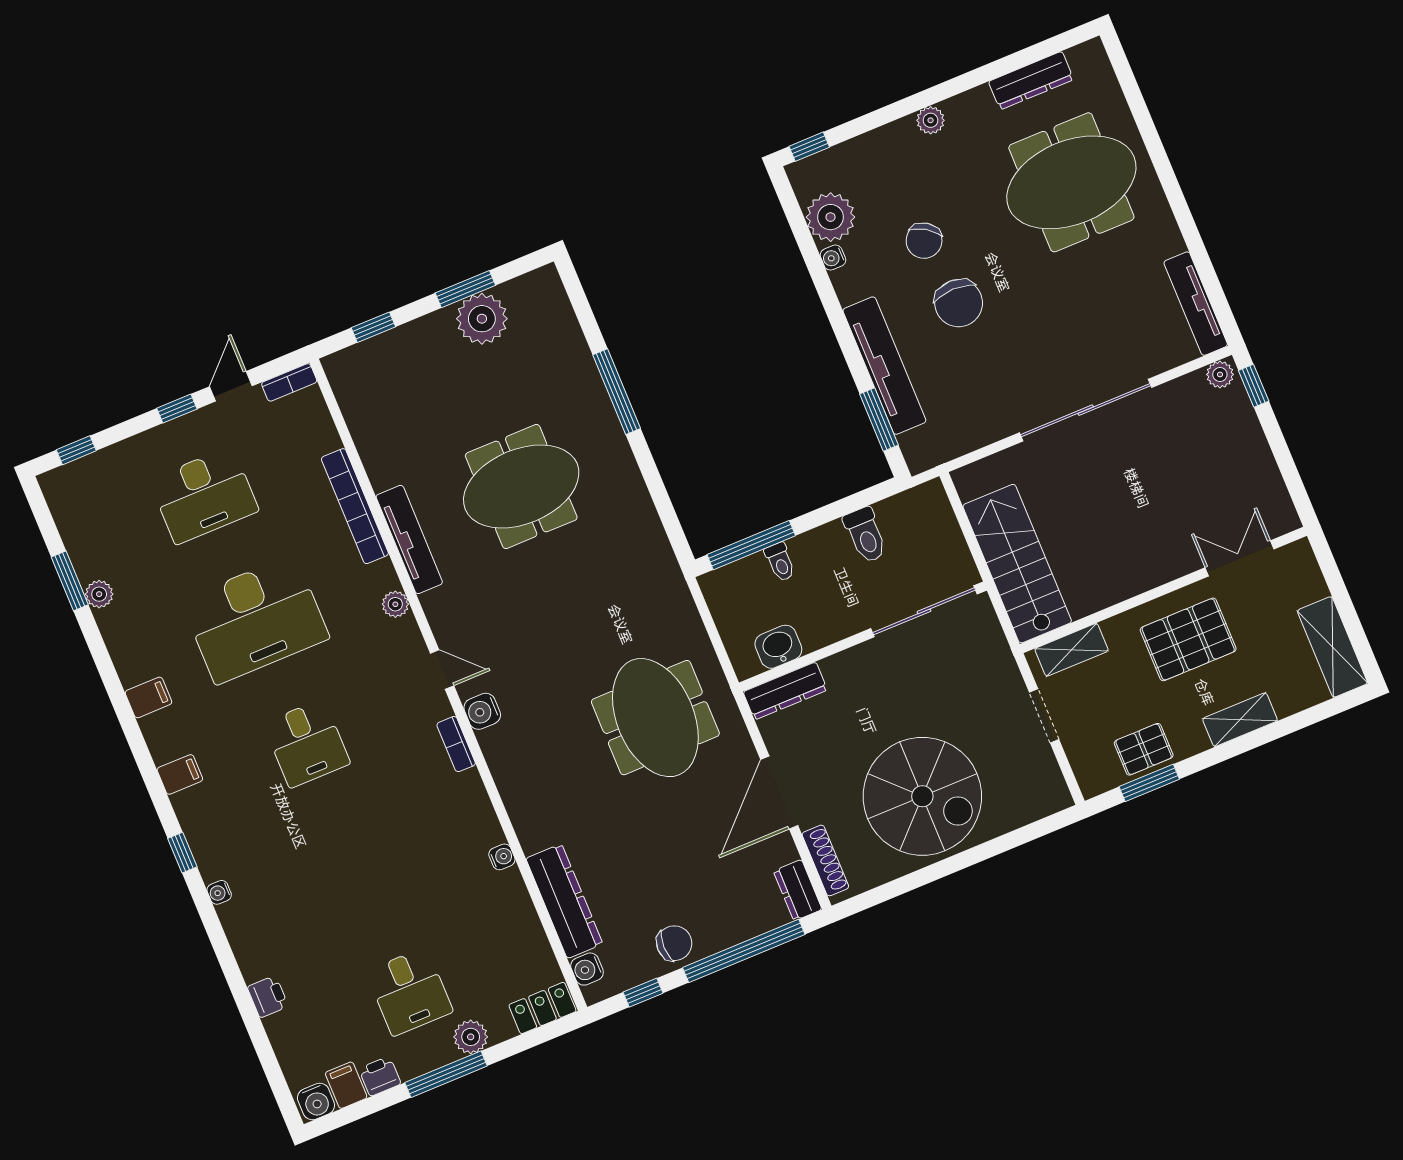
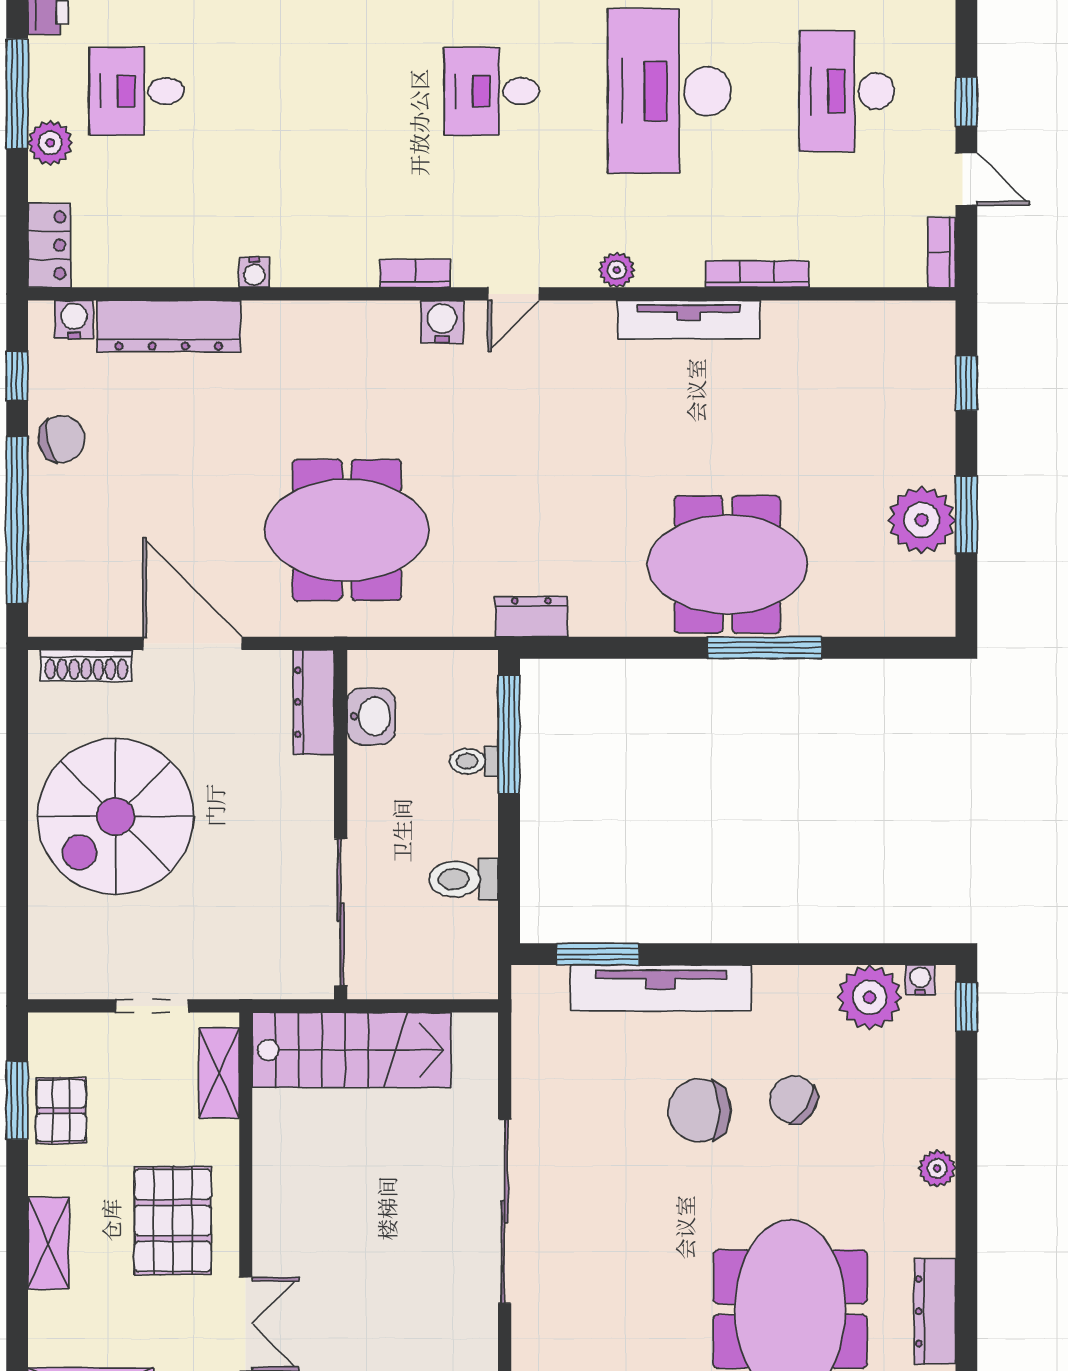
water cooler: (833, 258) -> (920, 980), moved
meeting table: (521, 487) -> (727, 564), moved, turned 90
bookcase: (355, 506) -> (757, 274), width x0.68, depth x0.76
dresser: (798, 890) -> (531, 617), moved
chair: (674, 943) -> (62, 439), turned -102

